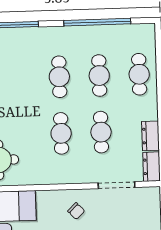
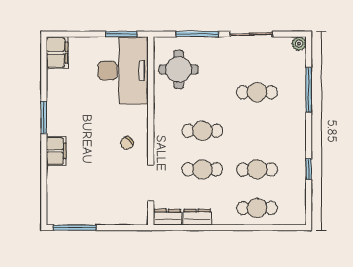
window: (97, 22) -> (309, 169), width x0.32
cafe table: (59, 77) -> (257, 92), moved

